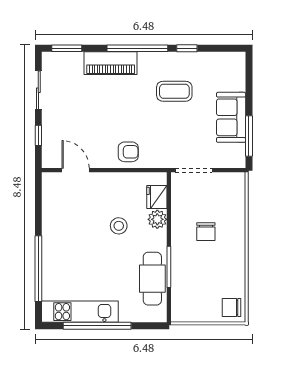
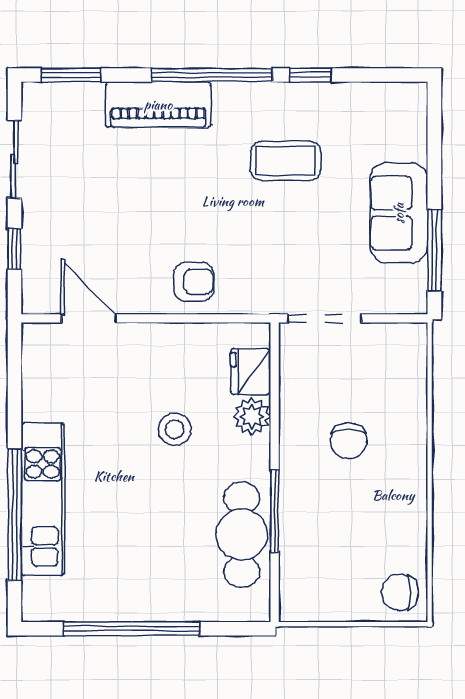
kitchen unit: (80, 312) -> (43, 499), moved, turned 90

